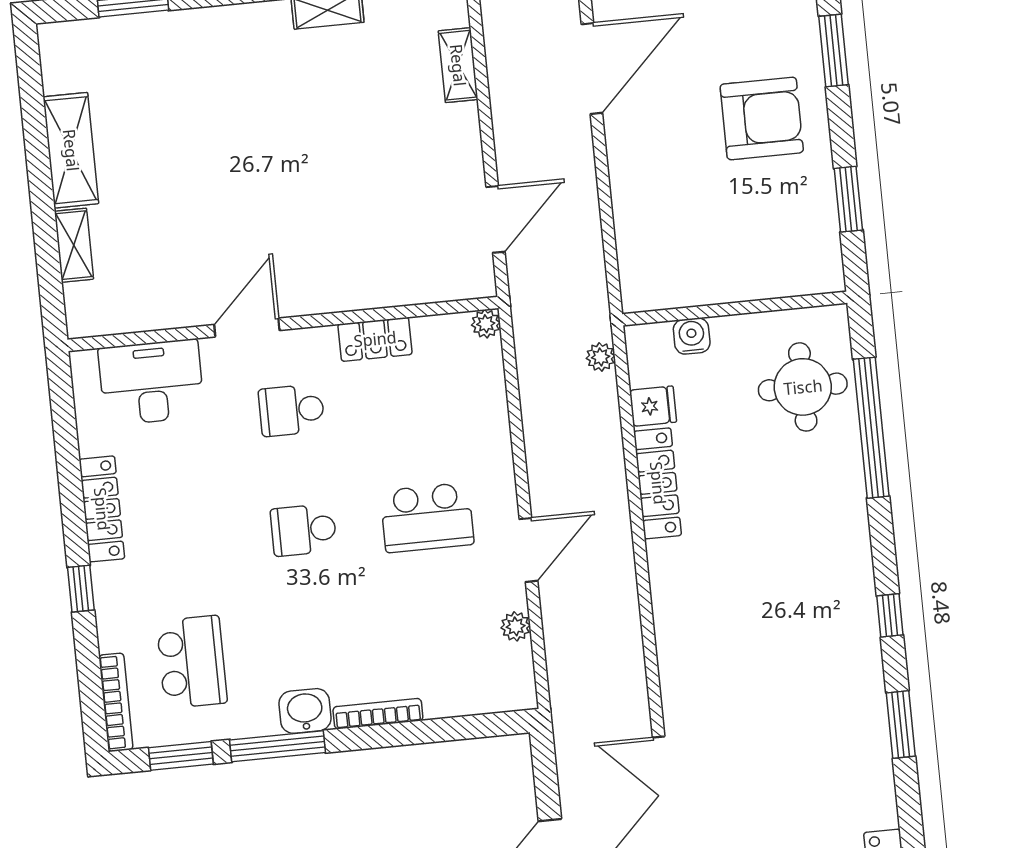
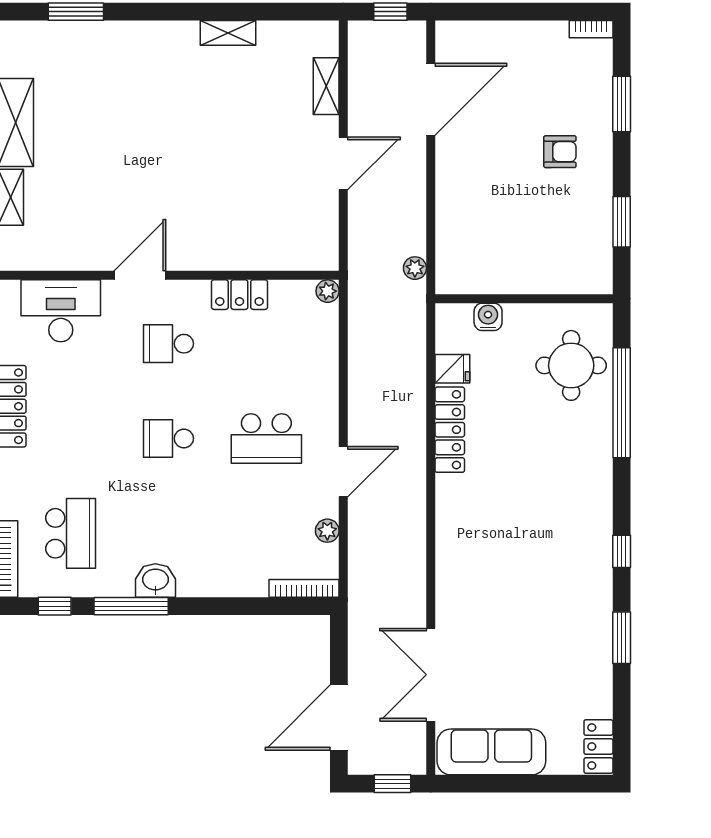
armchair: (762, 118) -> (560, 152), width x0.53, depth x0.53
door: (495, 219) -> (343, 163), moved
plant: (601, 357) -> (415, 268), moved
bookcase: (378, 714) -> (304, 588), moved
window: (181, 756) -> (55, 606), width x0.67

